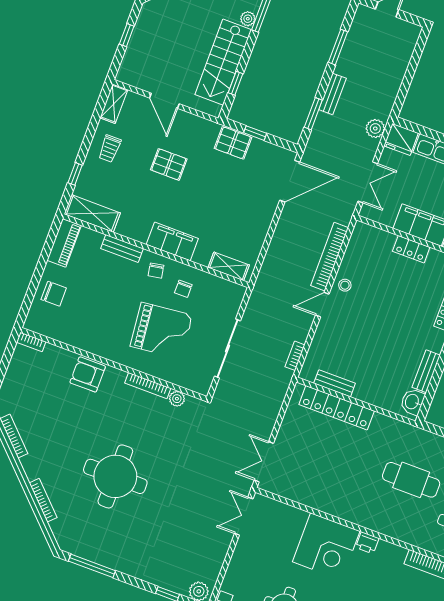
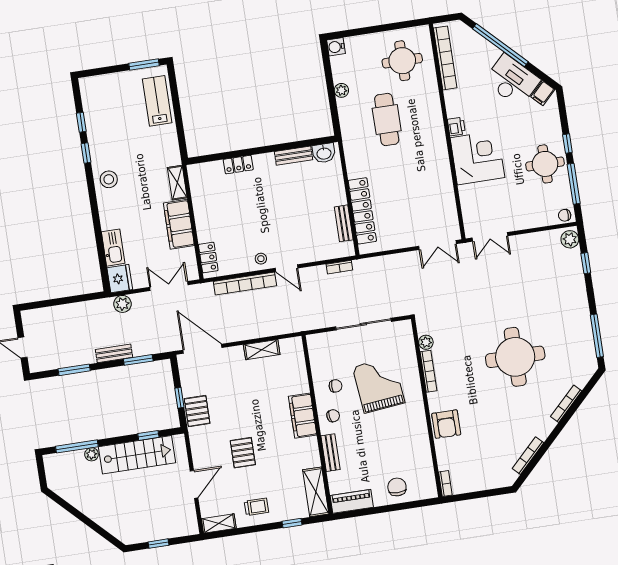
locker: (411, 249) -> (208, 258), moved
shelving: (229, 266) -> (262, 350), moved, turned 90

